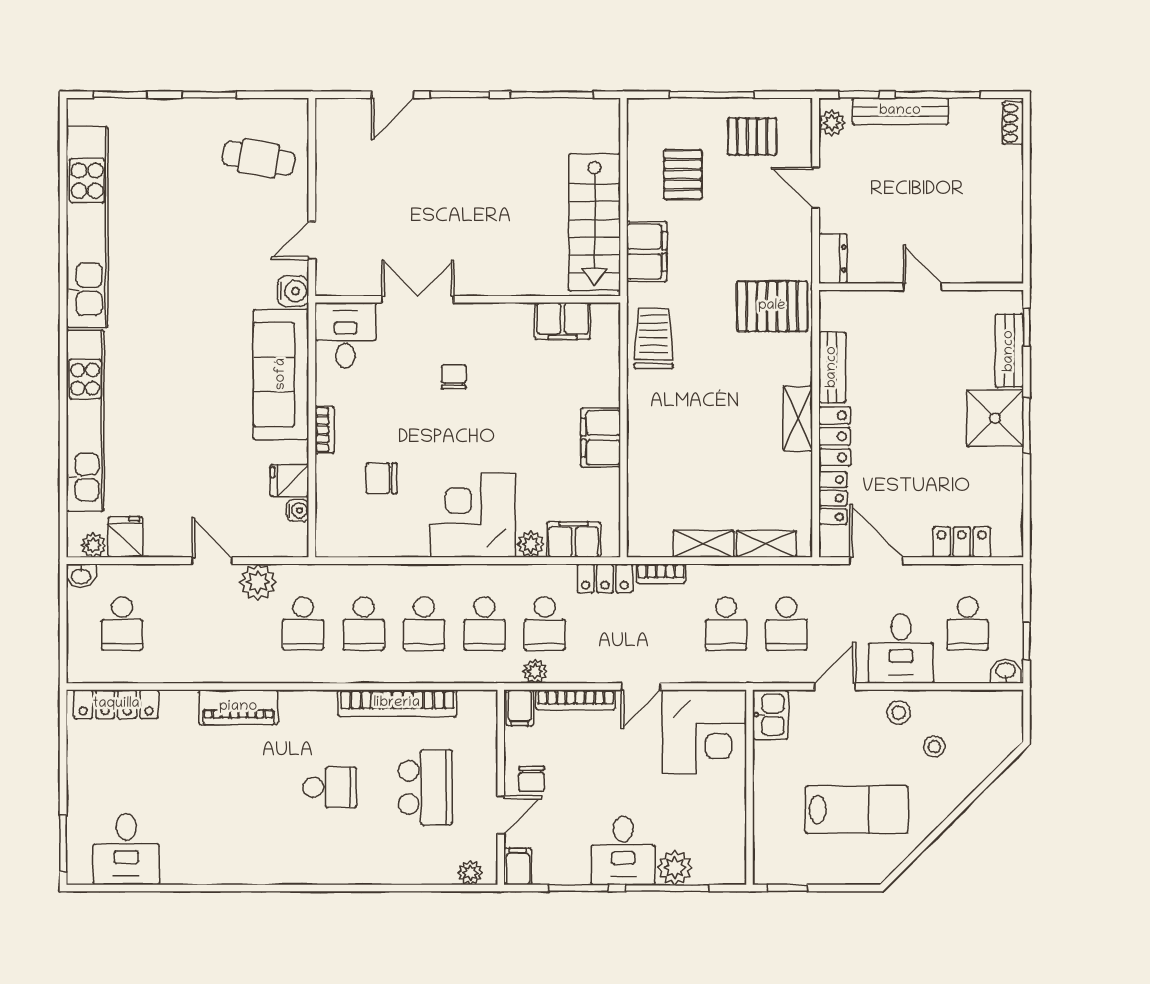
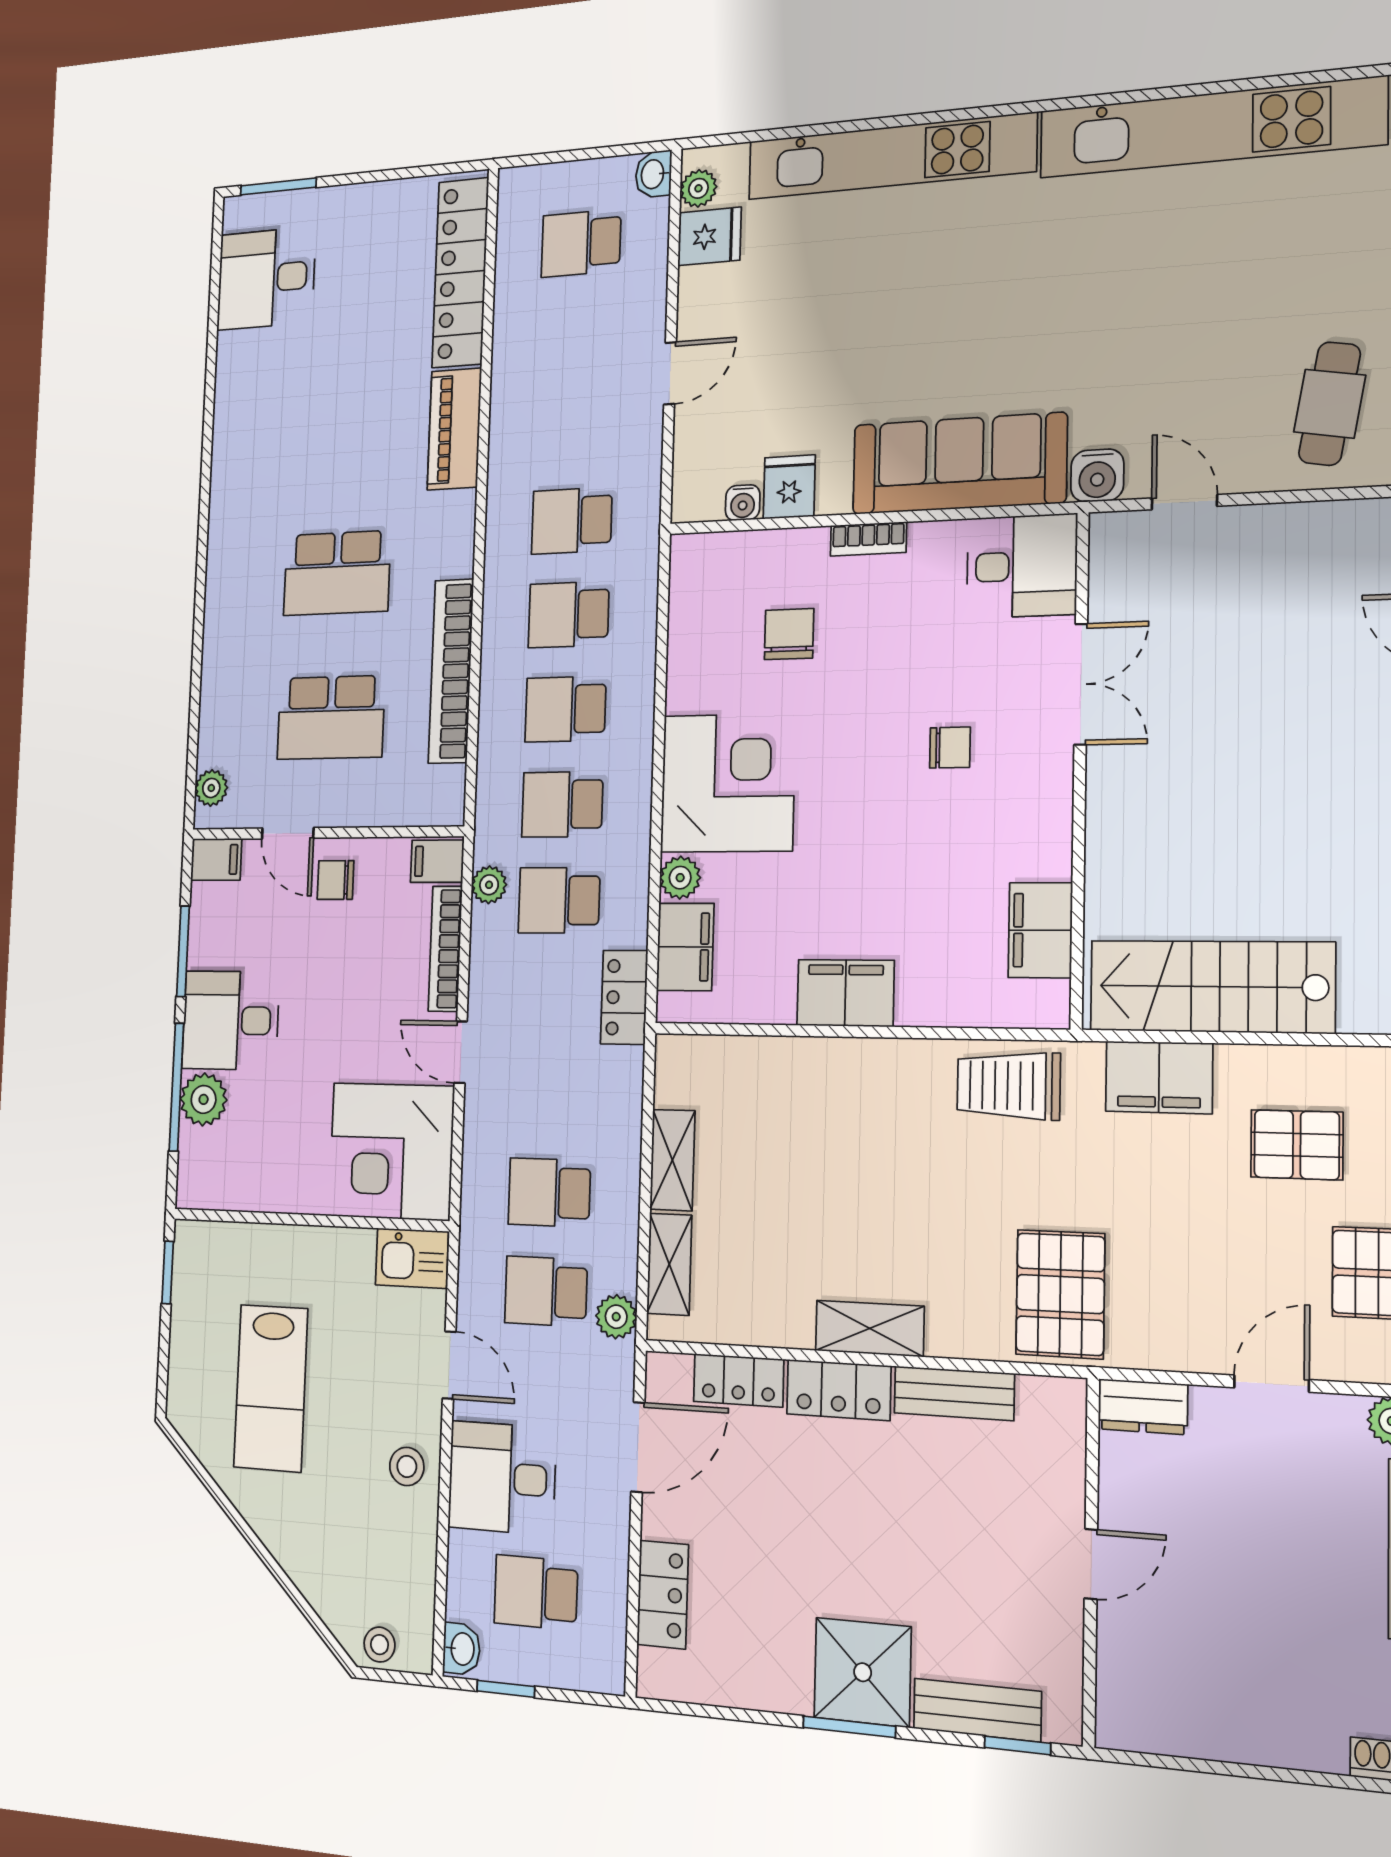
trolley: (654, 338) -> (1009, 1086), turned 180
bookcase: (661, 574) -> (629, 1089), removed
plant: (258, 582) -> (616, 1317), moved, width x0.73, depth x0.73
locker: (116, 704) -> (460, 273), width x1.41, depth x1.21
stool: (934, 747) -> (380, 1645), moved
school desk: (330, 787) -> (337, 573), width x1.85

